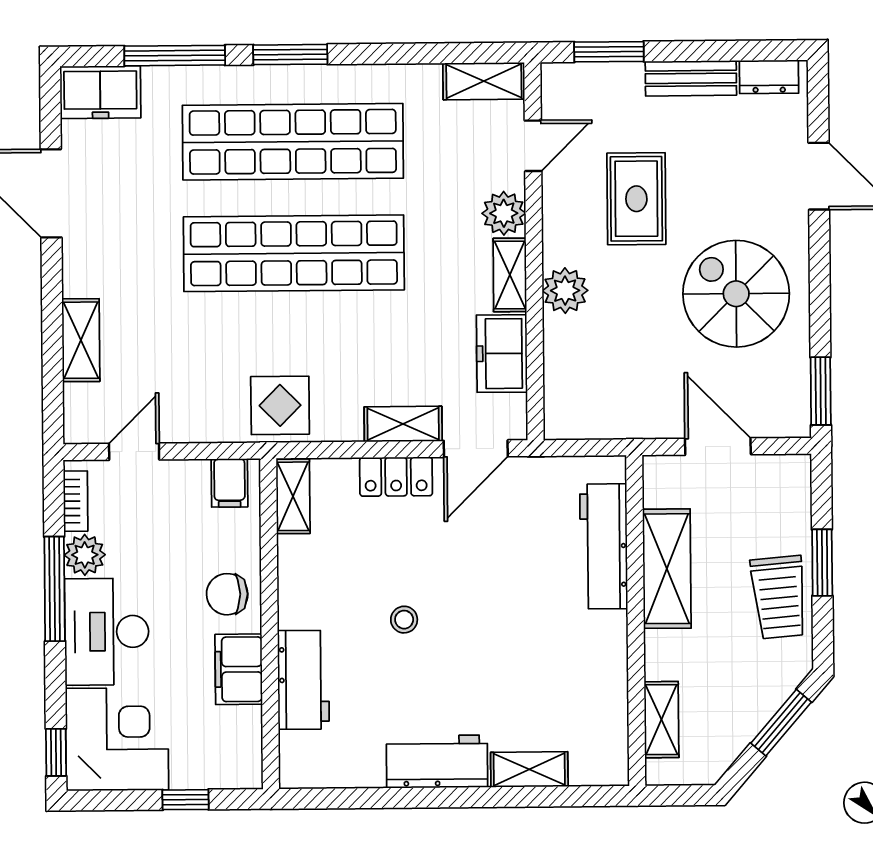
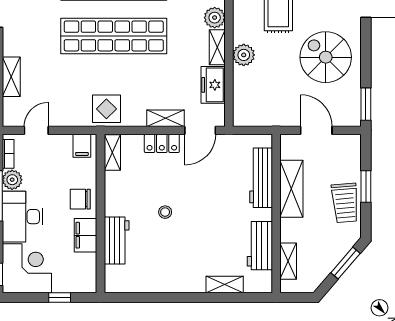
workbench: (437, 762) -> (260, 246), moved, turned -90

